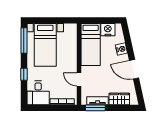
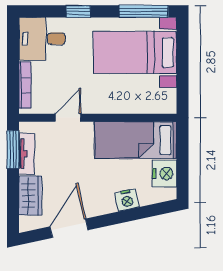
door: (134, 69) -> (69, 228), moved

